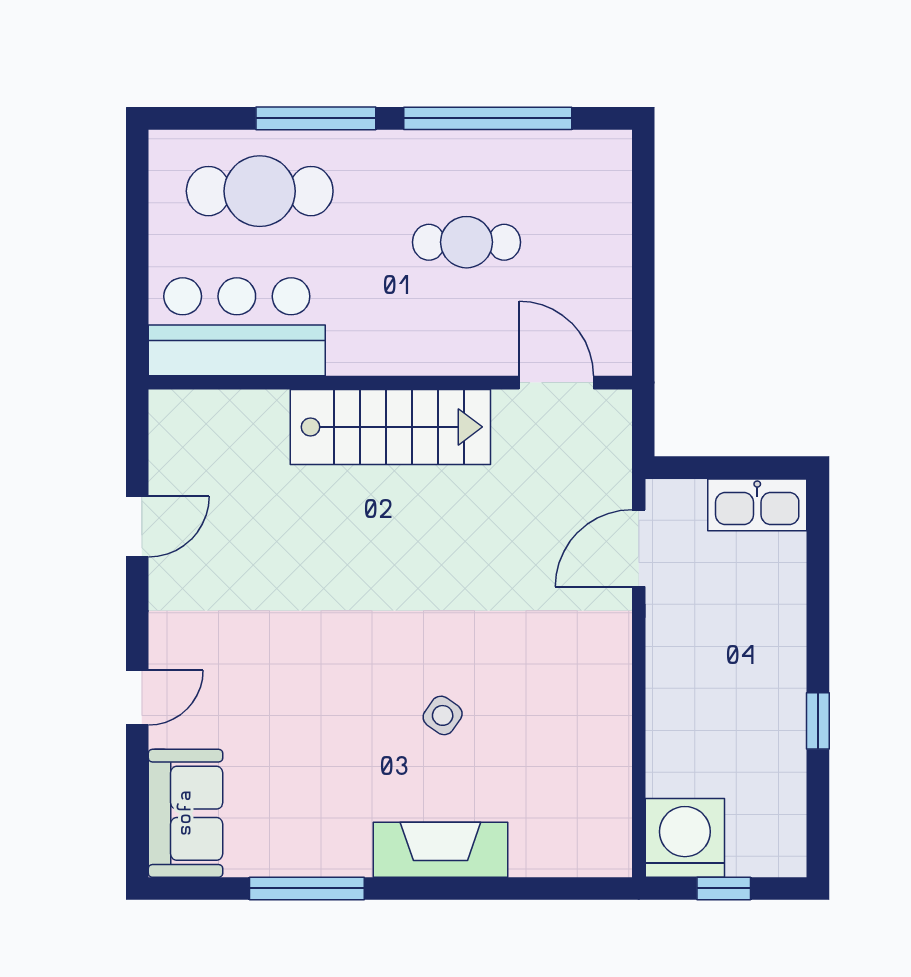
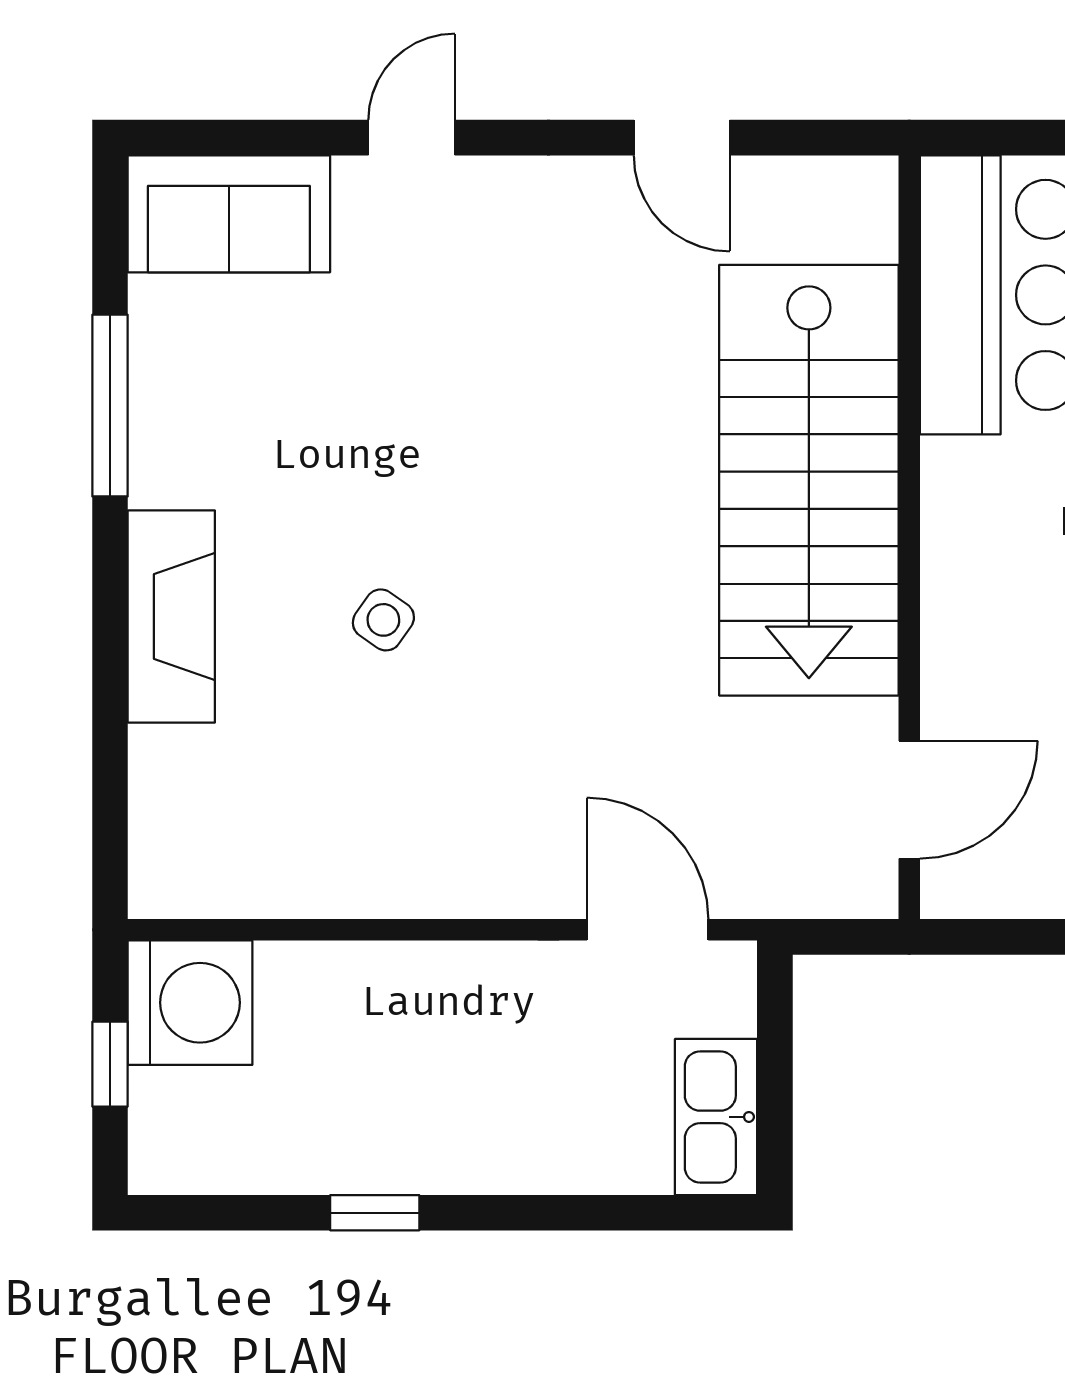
stairs: (390, 427) -> (809, 480), width x1.36, depth x1.51
door: (137, 698) -> (412, 138), swing flipped

